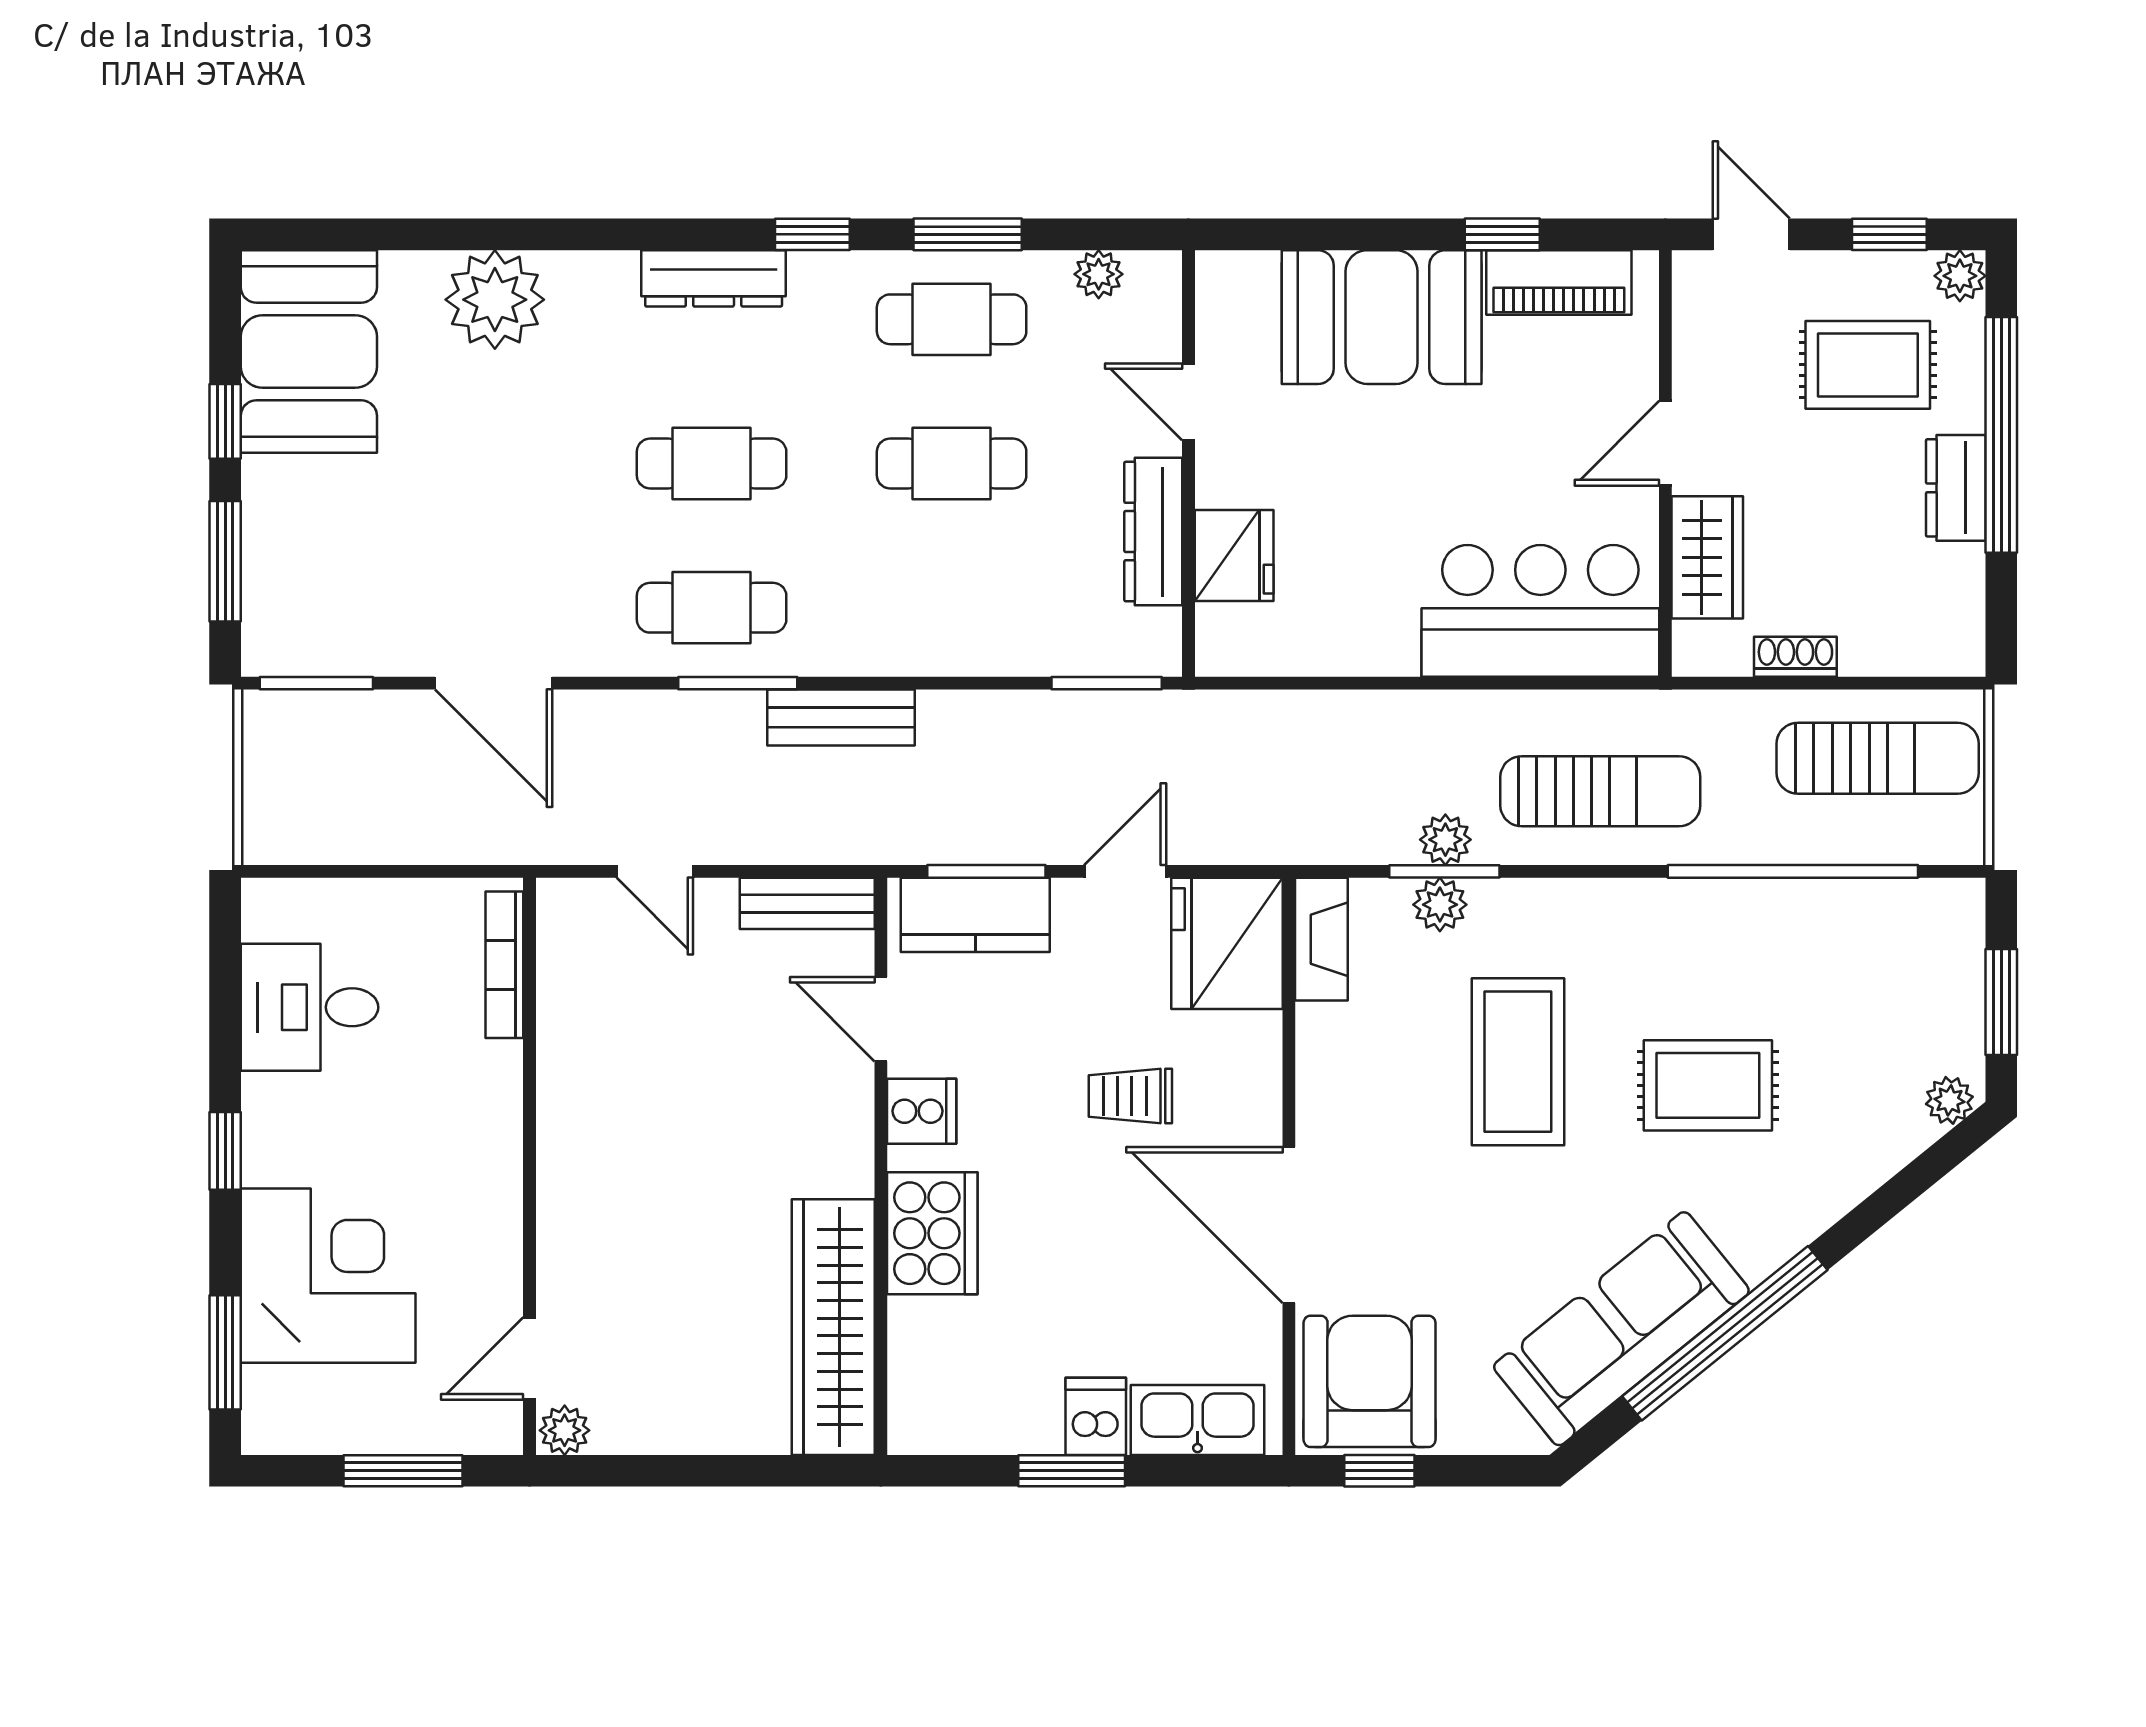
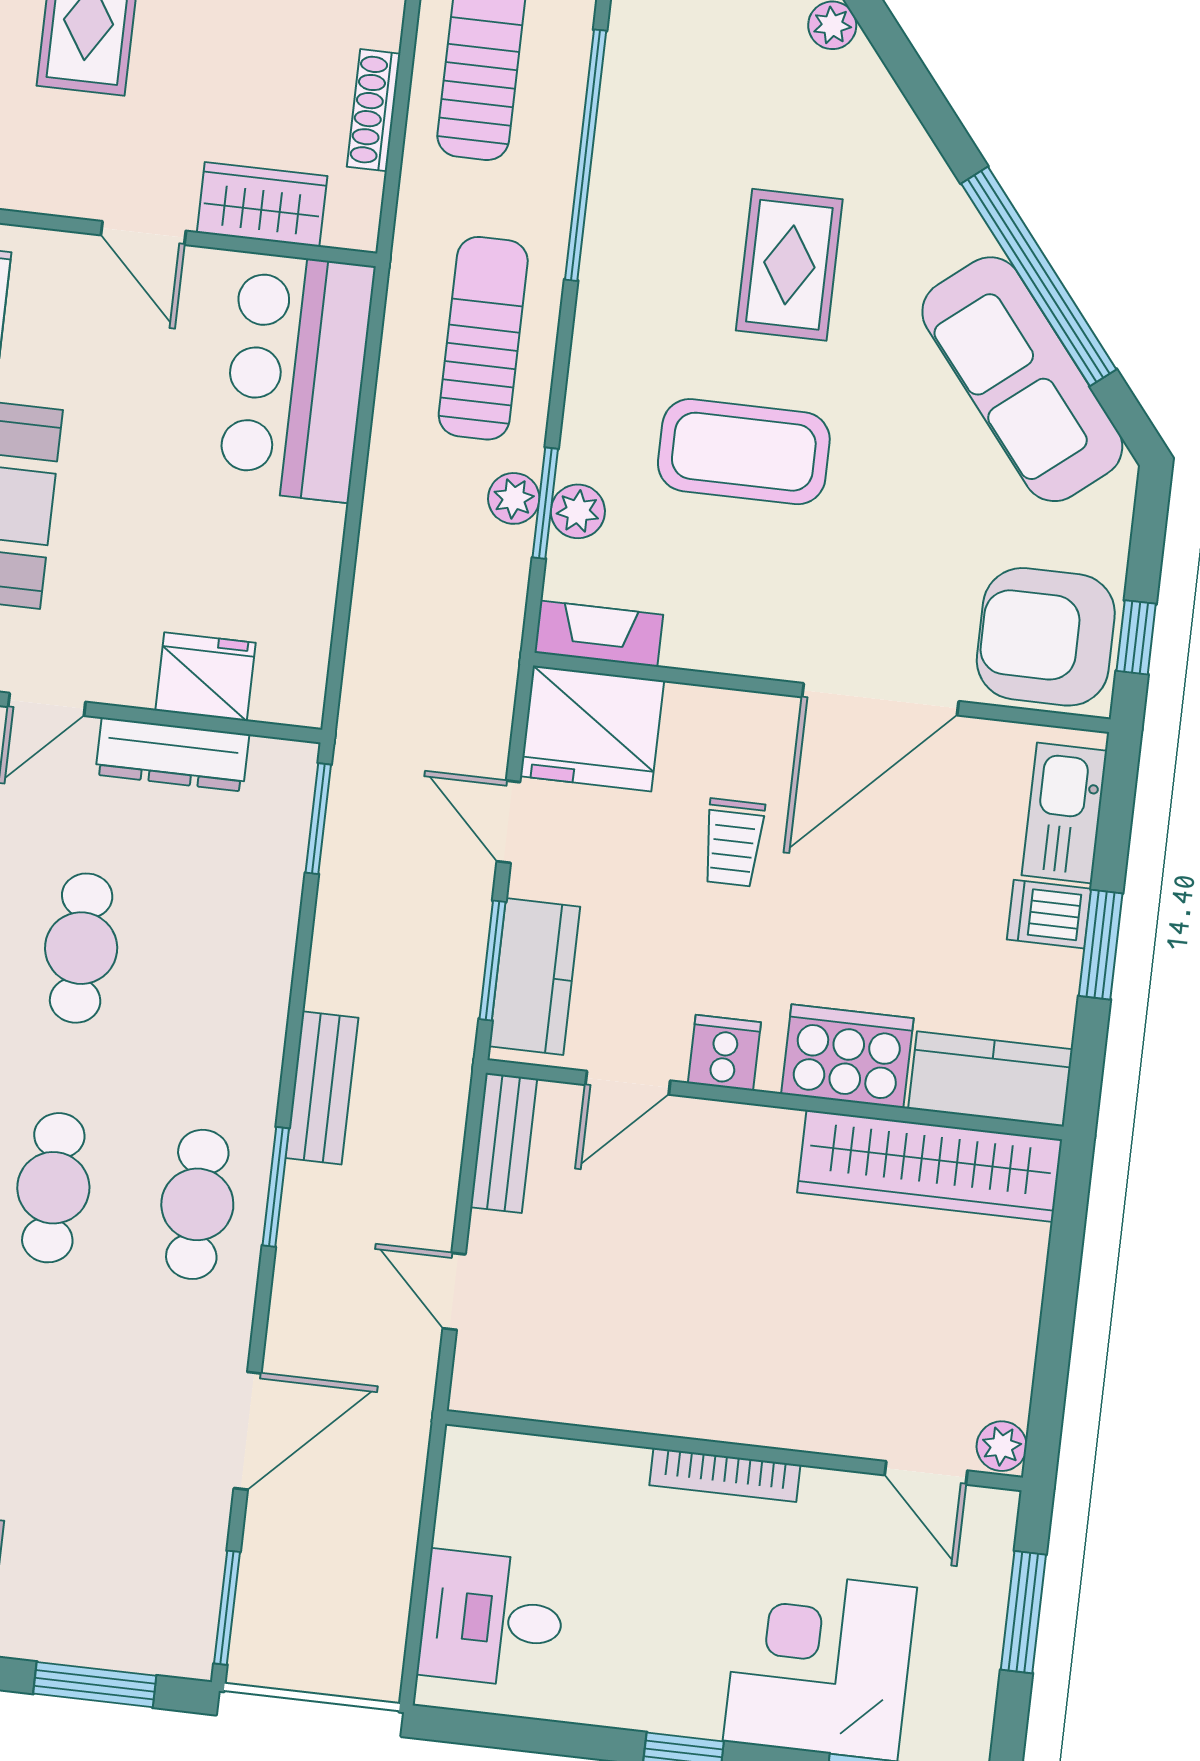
shoe rack: (1795, 657) -> (374, 110), width x1.43
door: (655, 871) -> (454, 1291), swing flipped
bookcase: (504, 965) -> (725, 1475), moved
desk: (309, 1007) -> (492, 1619), moved, turned 90
kitchen counter: (926, 1377) -> (990, 1079), added

